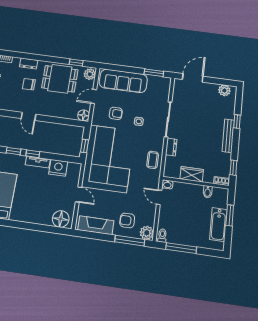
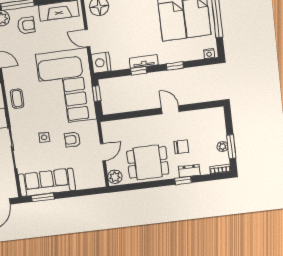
window: (76, 62) -> (183, 181), moved
sofa: (123, 81) -> (47, 182), moved
floor lamp: (84, 115) -> (108, 128), removed
window: (33, 154) -> (139, 71), moved
nightstand: (58, 168) -> (101, 63), moved, turned 90

